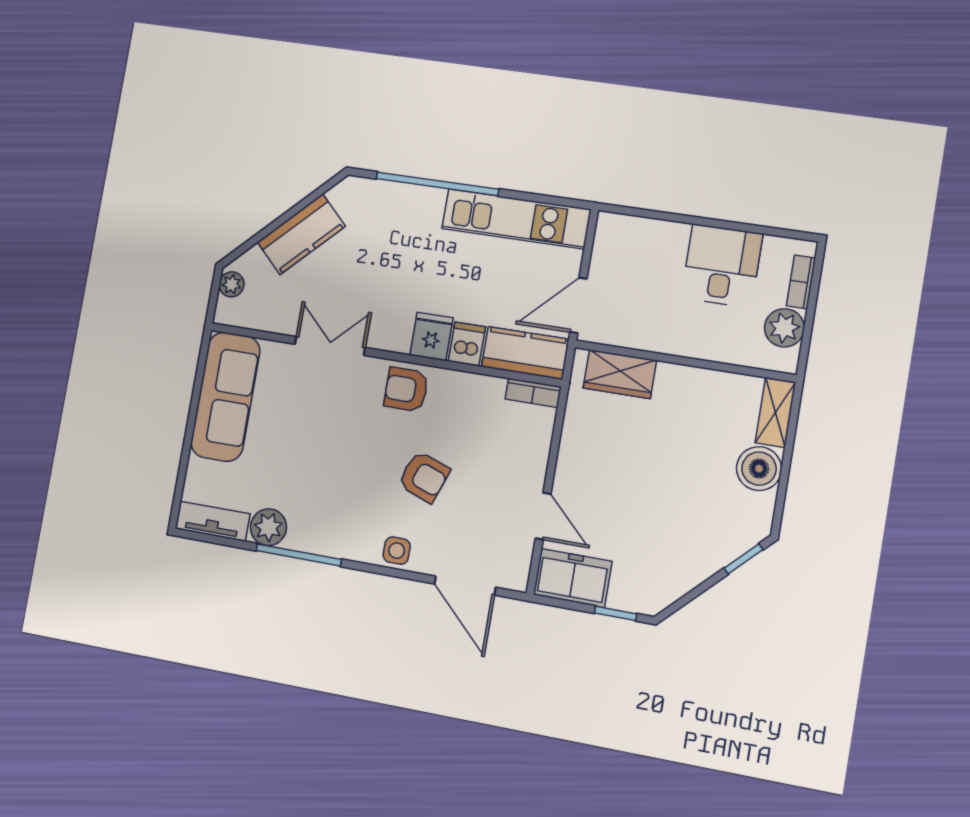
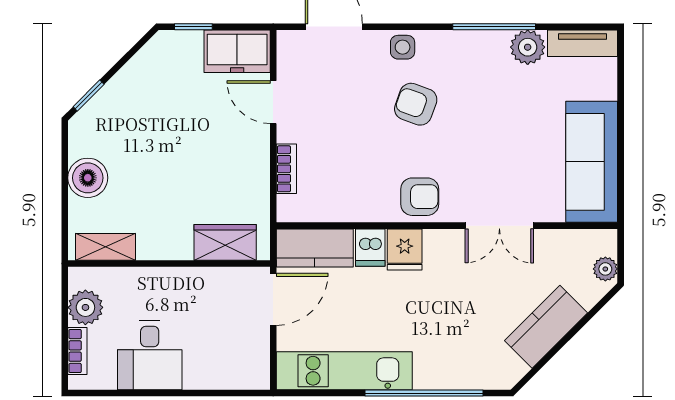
bookcase: (533, 393) -> (286, 169), moved, turned 90
shelving: (775, 413) -> (106, 247), moved, turned 90
armchair: (424, 477) -> (416, 104), moved

